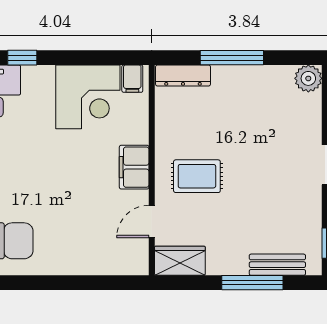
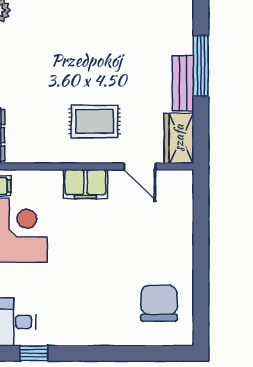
rug: (197, 176) -> (95, 121), turned 90
bench: (277, 265) -> (183, 83), moved

